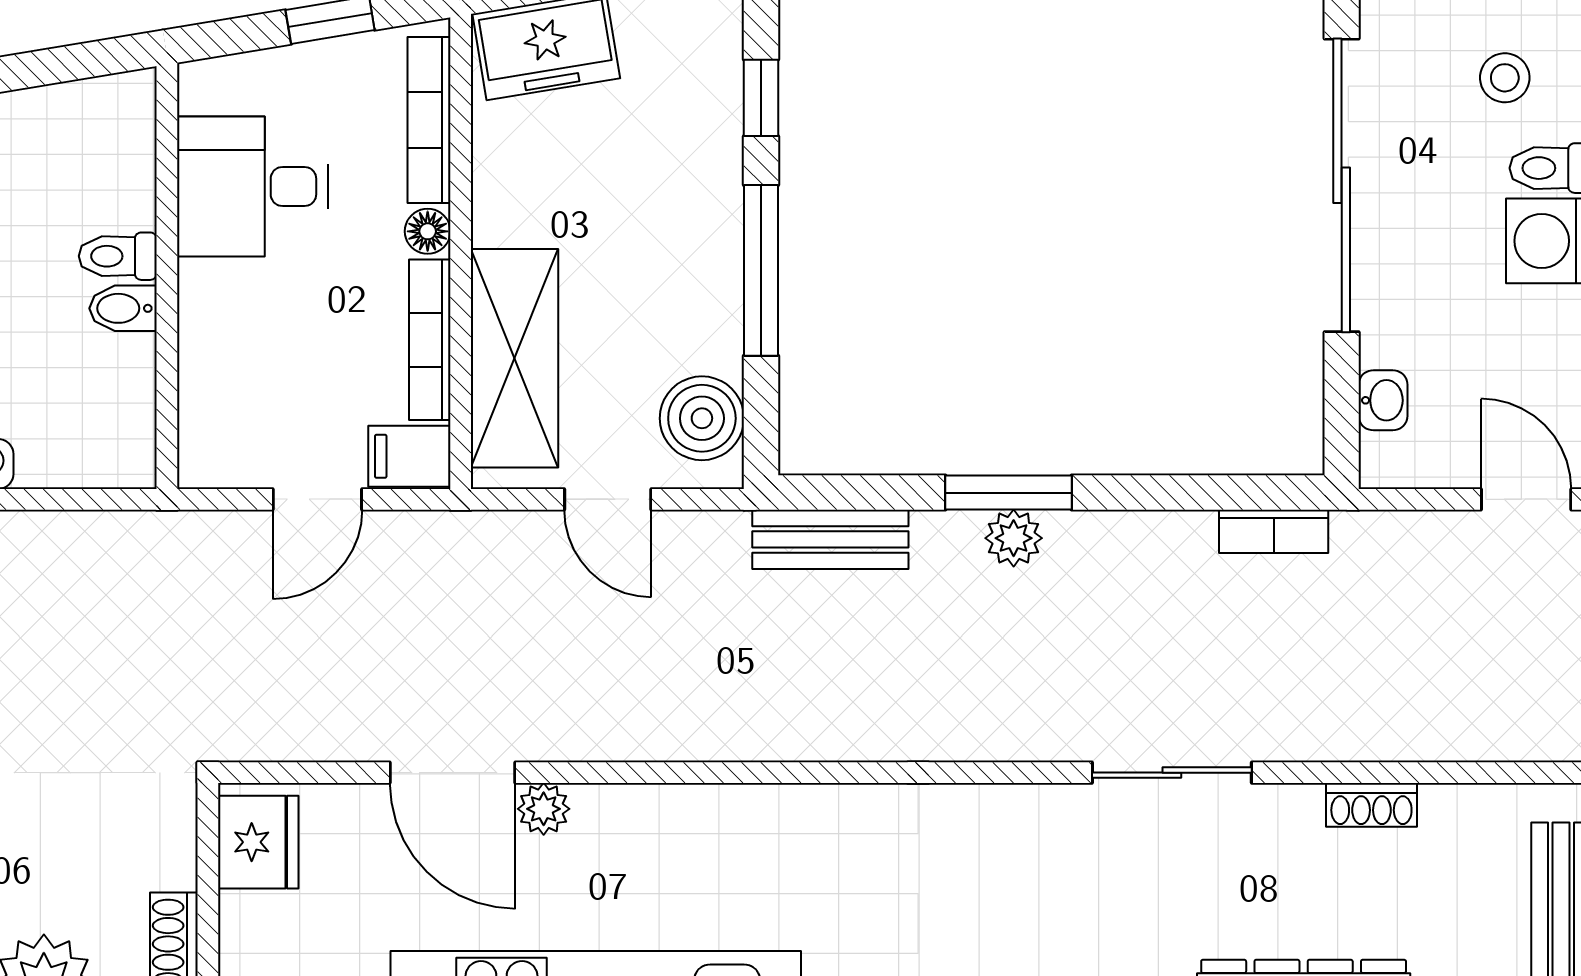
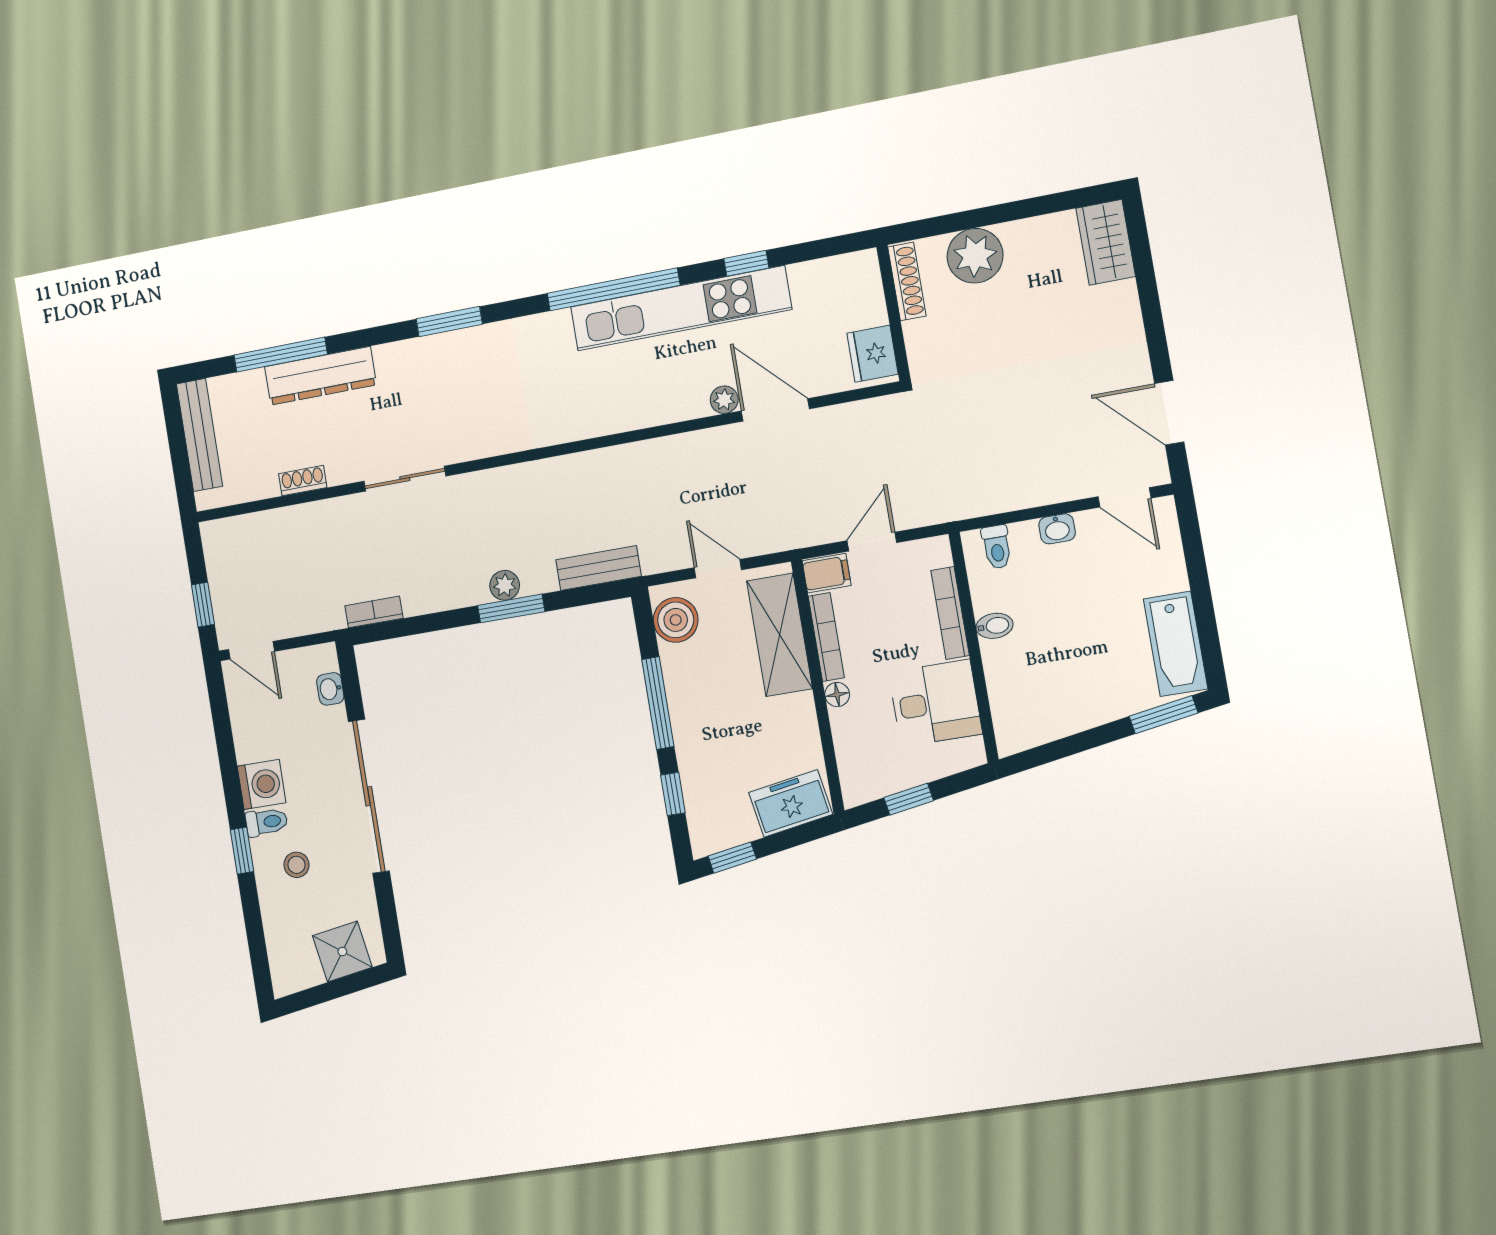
bookcase: (429, 120) -> (950, 613), moved, turned 180
toilet: (118, 256) -> (997, 547), moved, turned 90

